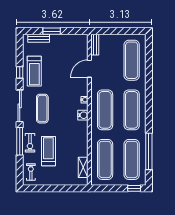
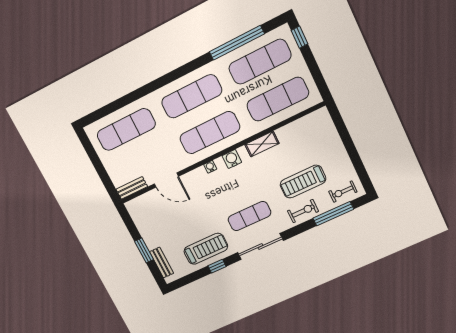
window: (20, 141) -> (333, 214), moved
shelving: (83, 167) -> (262, 144), moved

